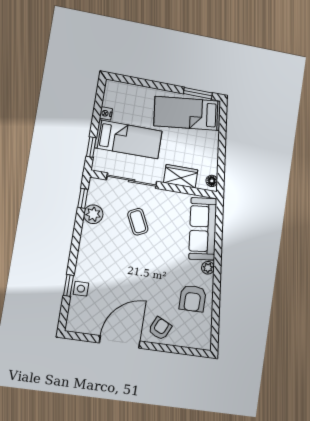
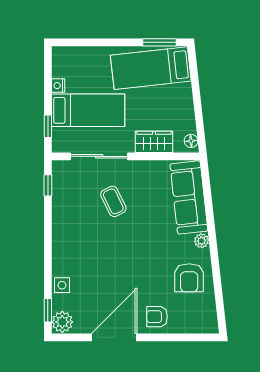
plant: (93, 214) -> (62, 322), moved
window: (69, 285) -> (48, 310), moved
armchair: (160, 329) -> (157, 317), turned -115

